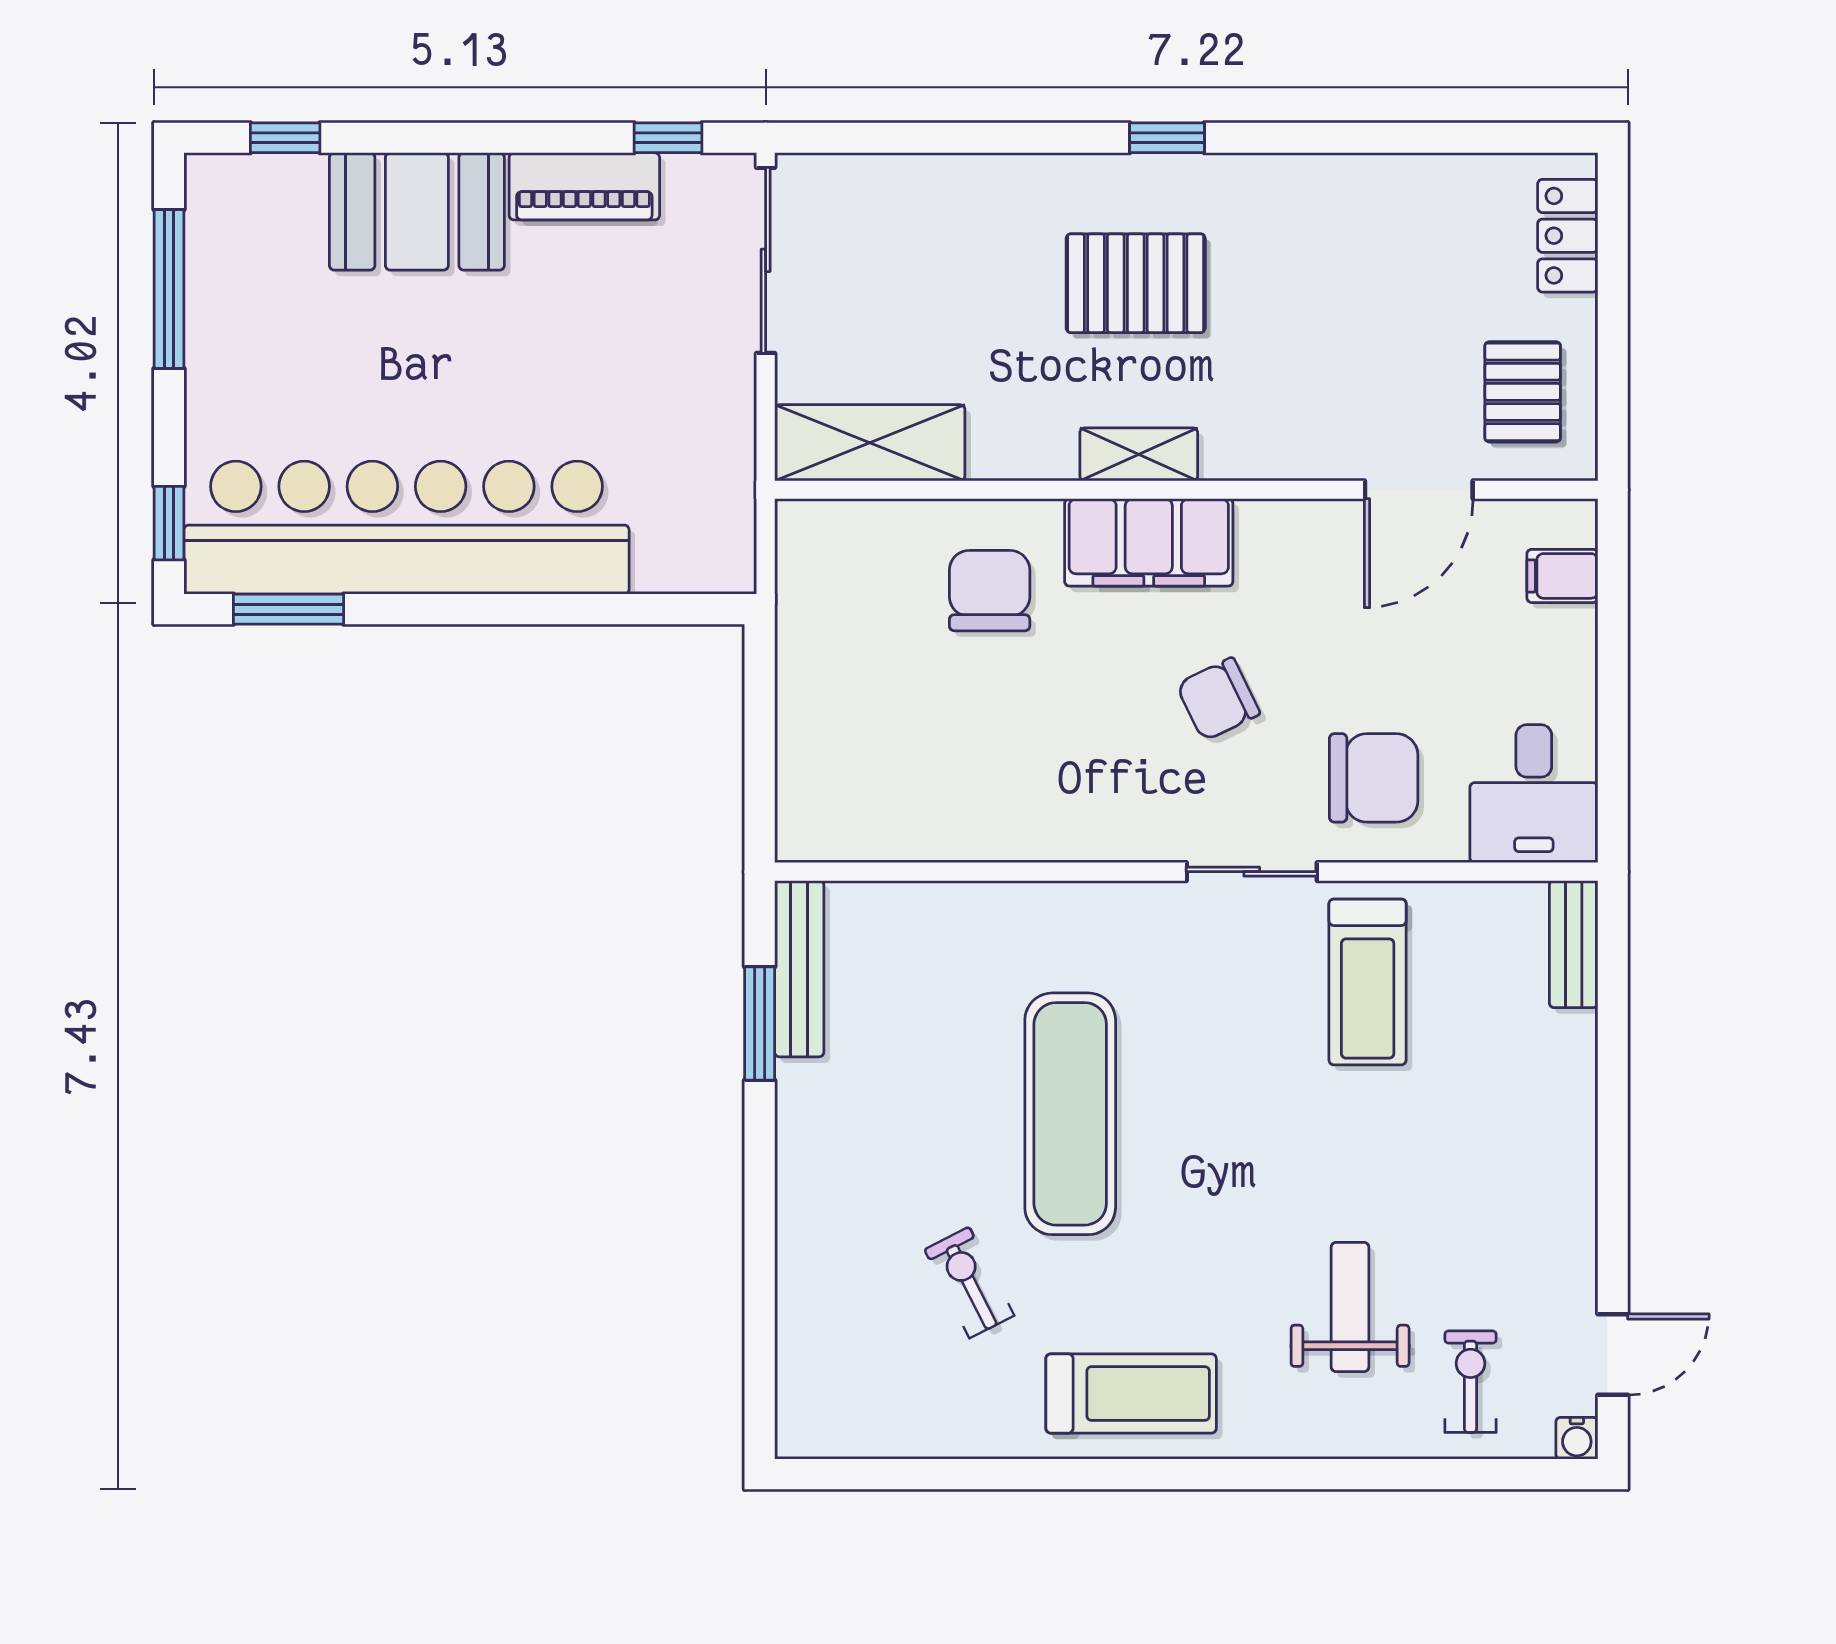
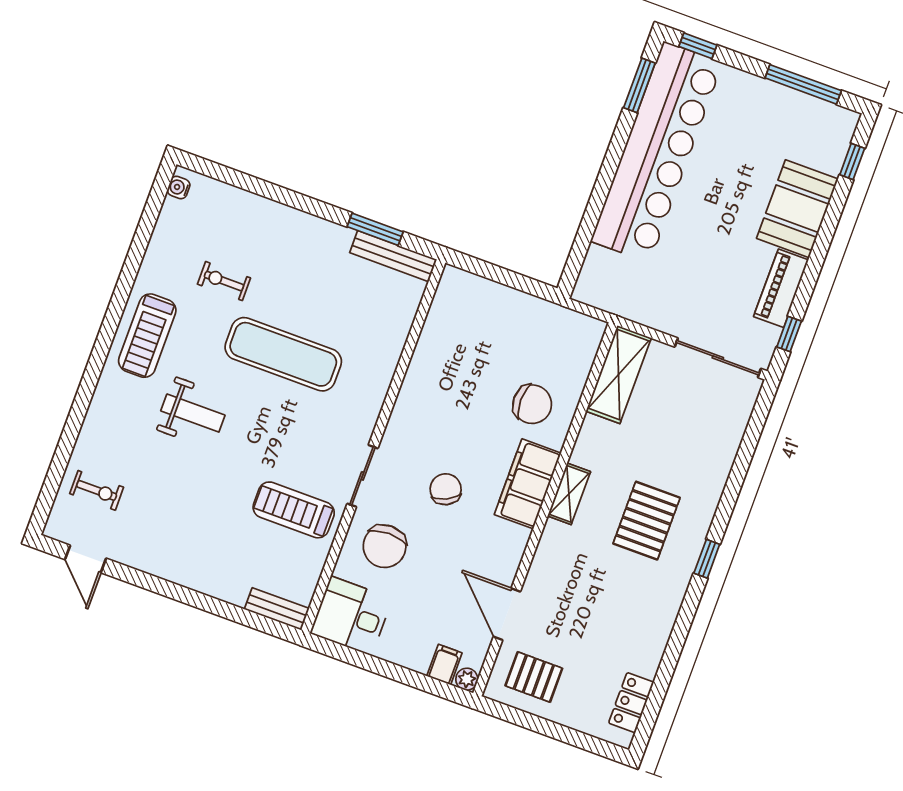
locker: (1568, 236) -> (631, 703), moved, turned -90
plant: (1575, 522) -> (467, 679), added
exercise bike: (969, 1283) -> (224, 281), turned -153
weight bench: (1350, 1307) -> (193, 413), moved
water cooler: (1577, 1438) -> (179, 188), moved

